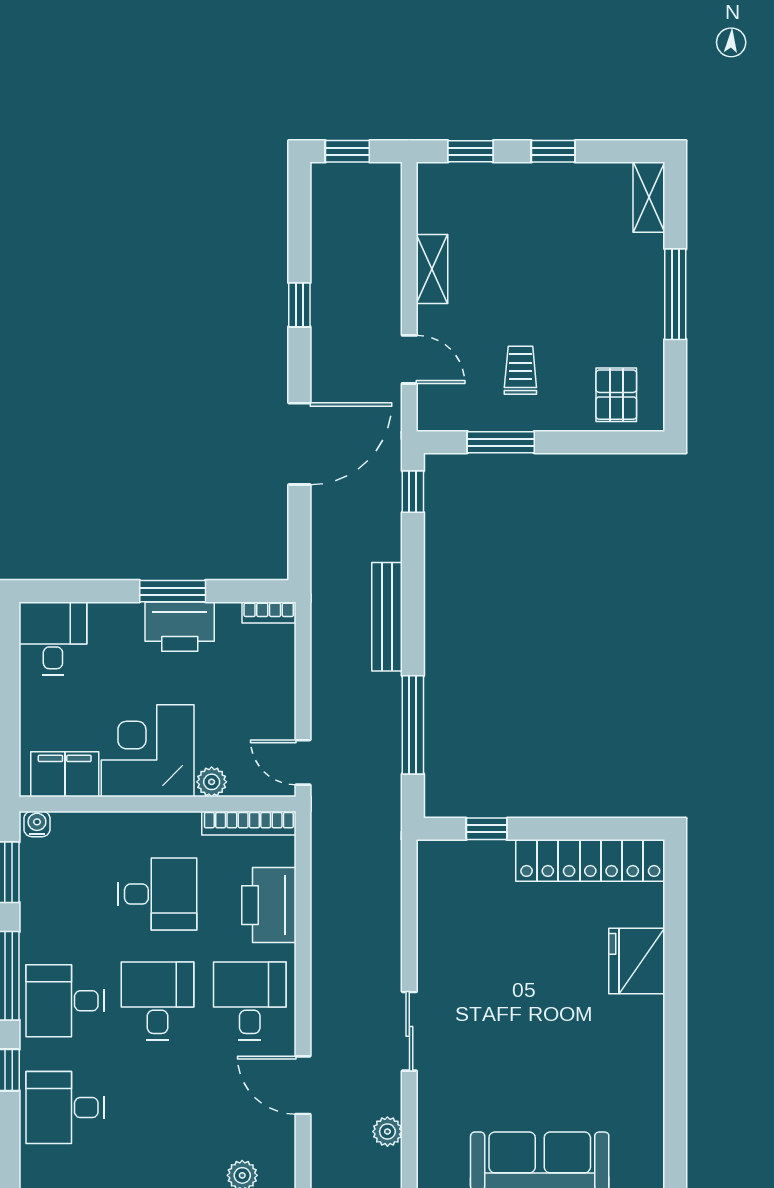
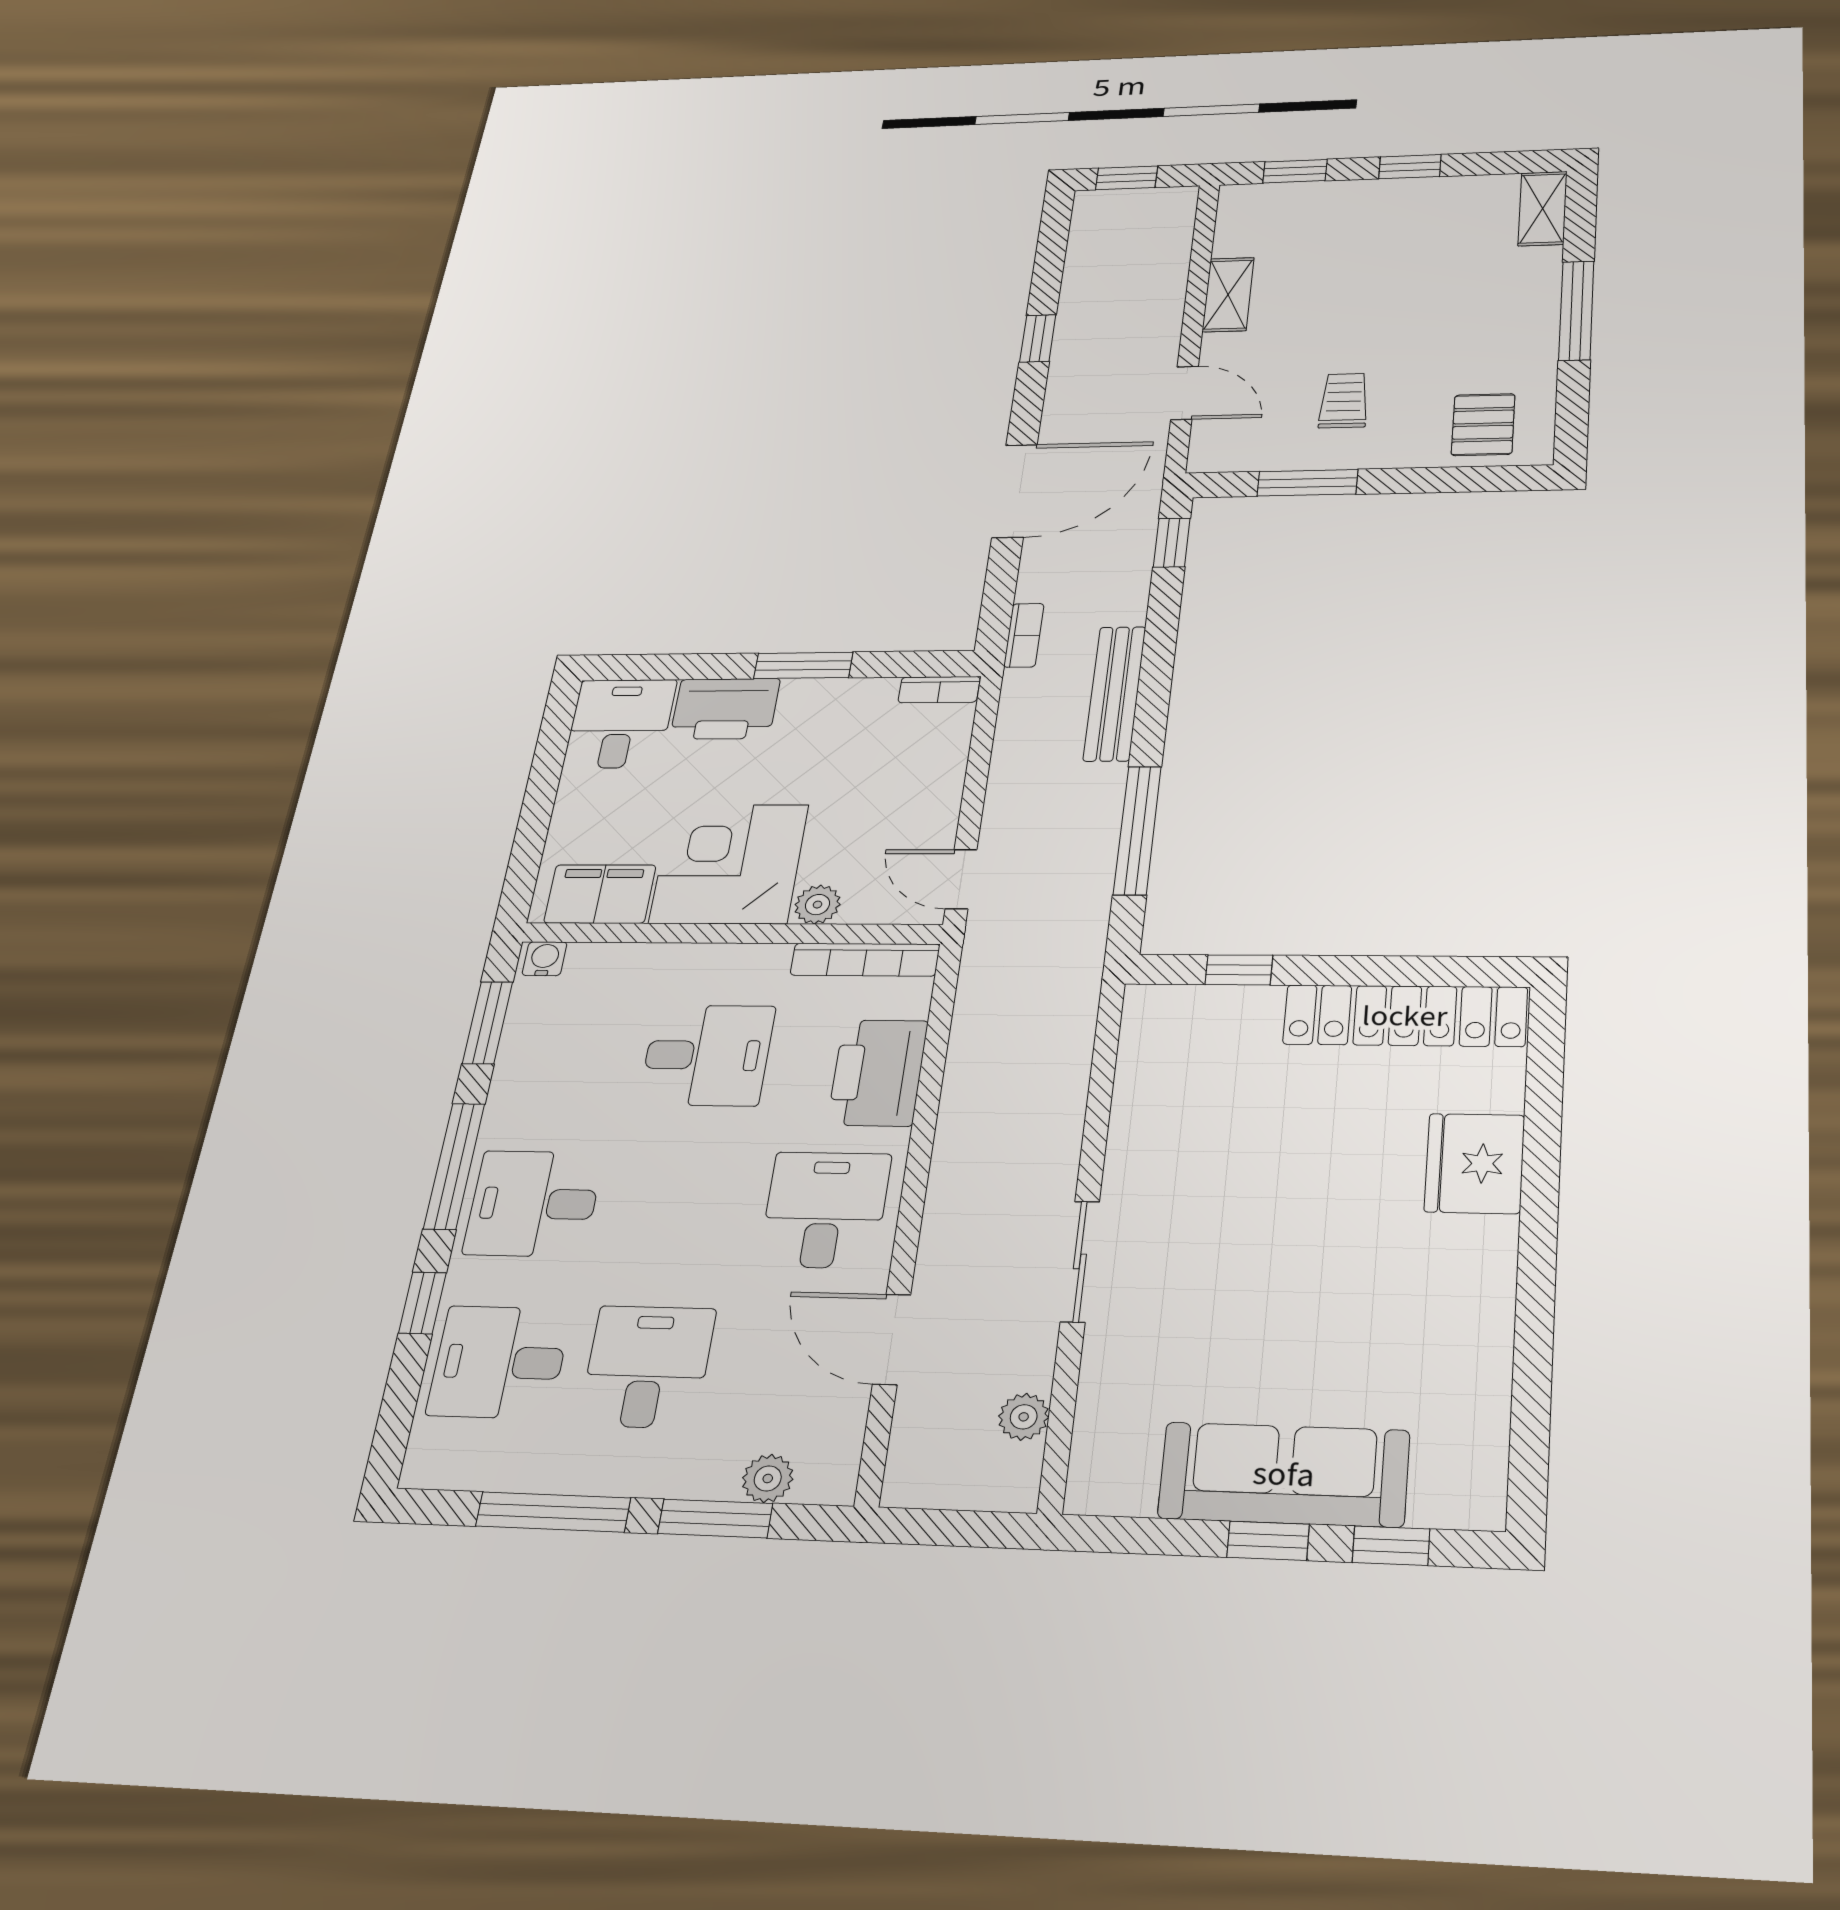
bookcase: (321, 568) -> (1024, 635), added
printer: (180, 627) -> (725, 709), moved
desk: (157, 1001) -> (647, 1367), moved

